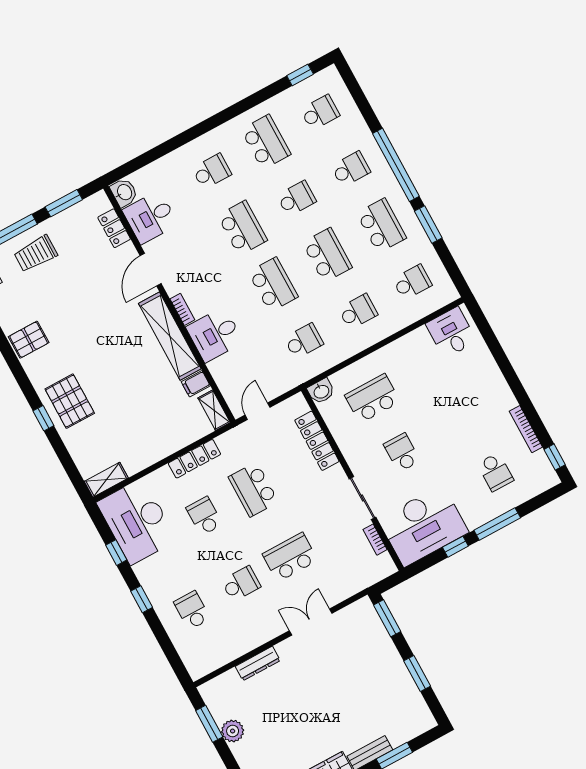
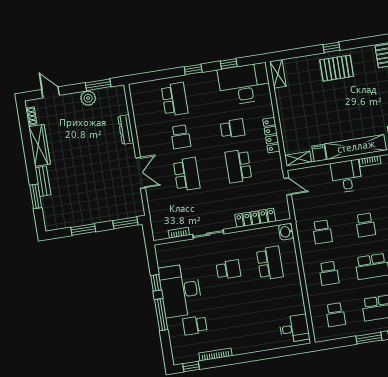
school desk: (273, 284) -> (365, 225), width x0.54
school desk: (253, 489) -> (238, 166), turned -90
desk: (423, 526) -> (180, 290), moved
school desk: (192, 610) -> (175, 99), width x1.85

